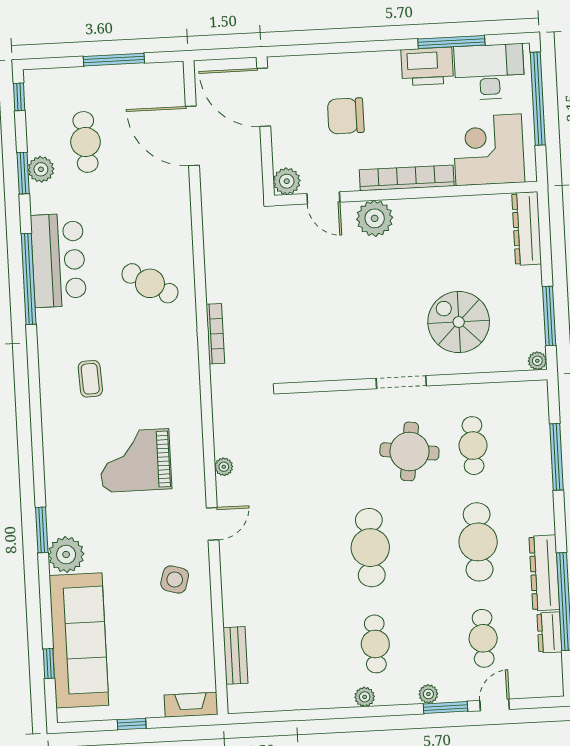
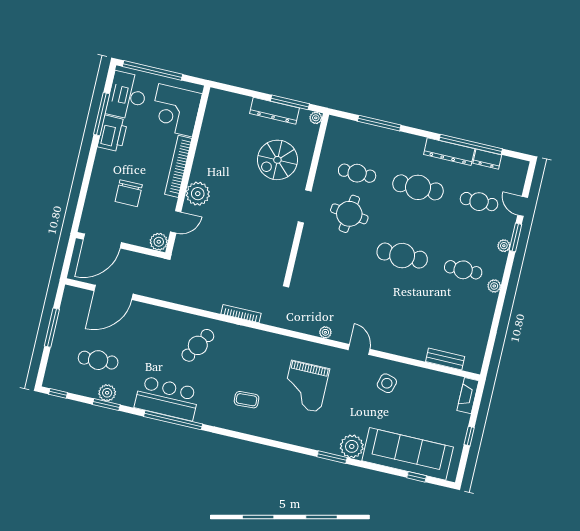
dresser: (527, 229) -> (275, 111), moved

